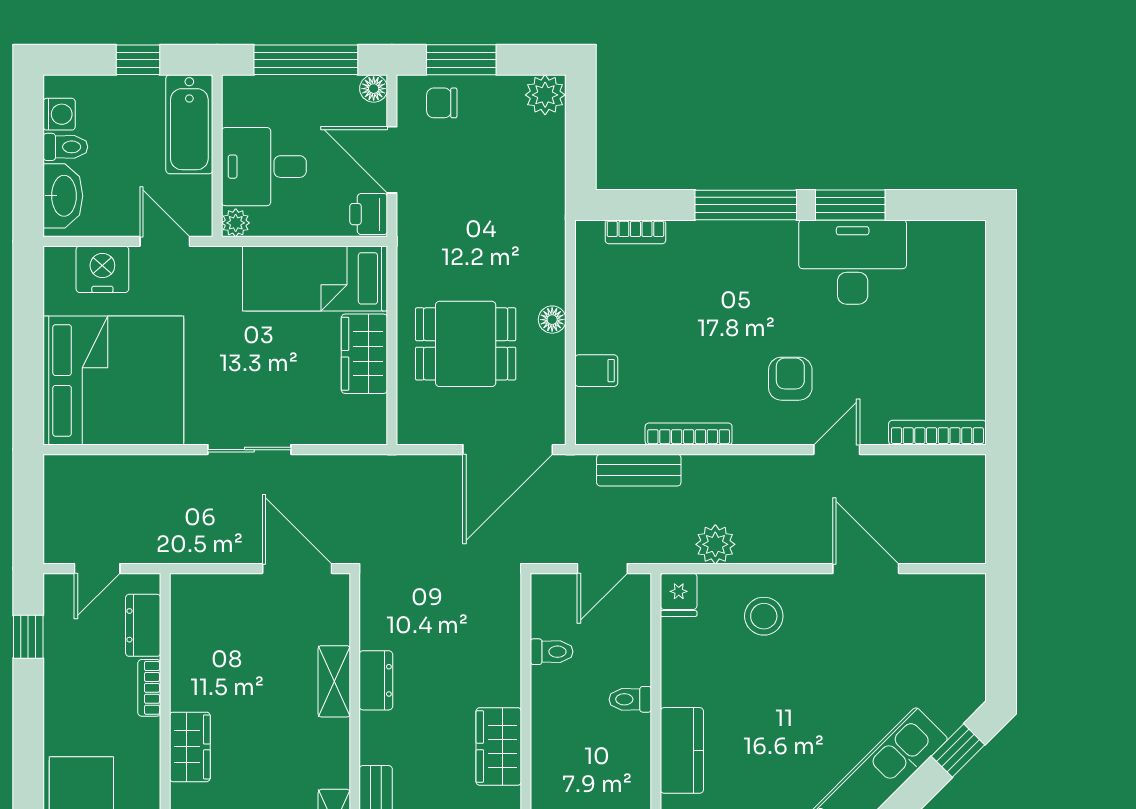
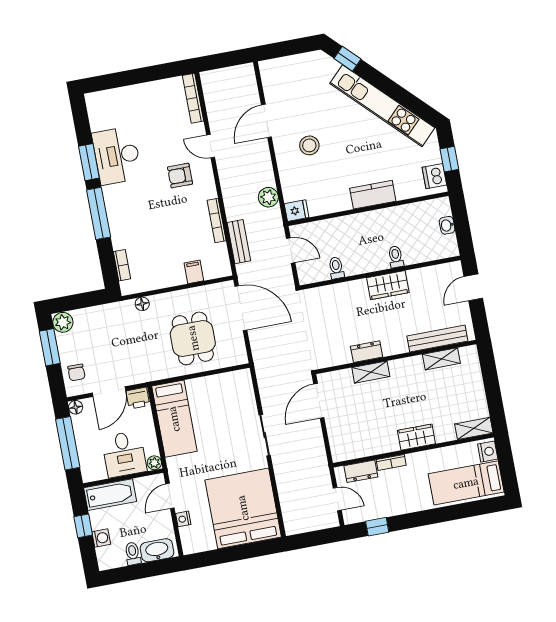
window: (461, 60) -> (50, 347), moved
washing machine: (59, 114) -> (101, 538), moved, turned 90
nightstand: (102, 269) -> (183, 519), width x0.53, depth x0.56
floor lamp: (552, 320) -> (142, 304), moved
wardrobe: (364, 354) -> (207, 387), removed
stool: (764, 616) -> (309, 145), moved
toilet: (630, 699) -> (396, 257), moved, turned 180

